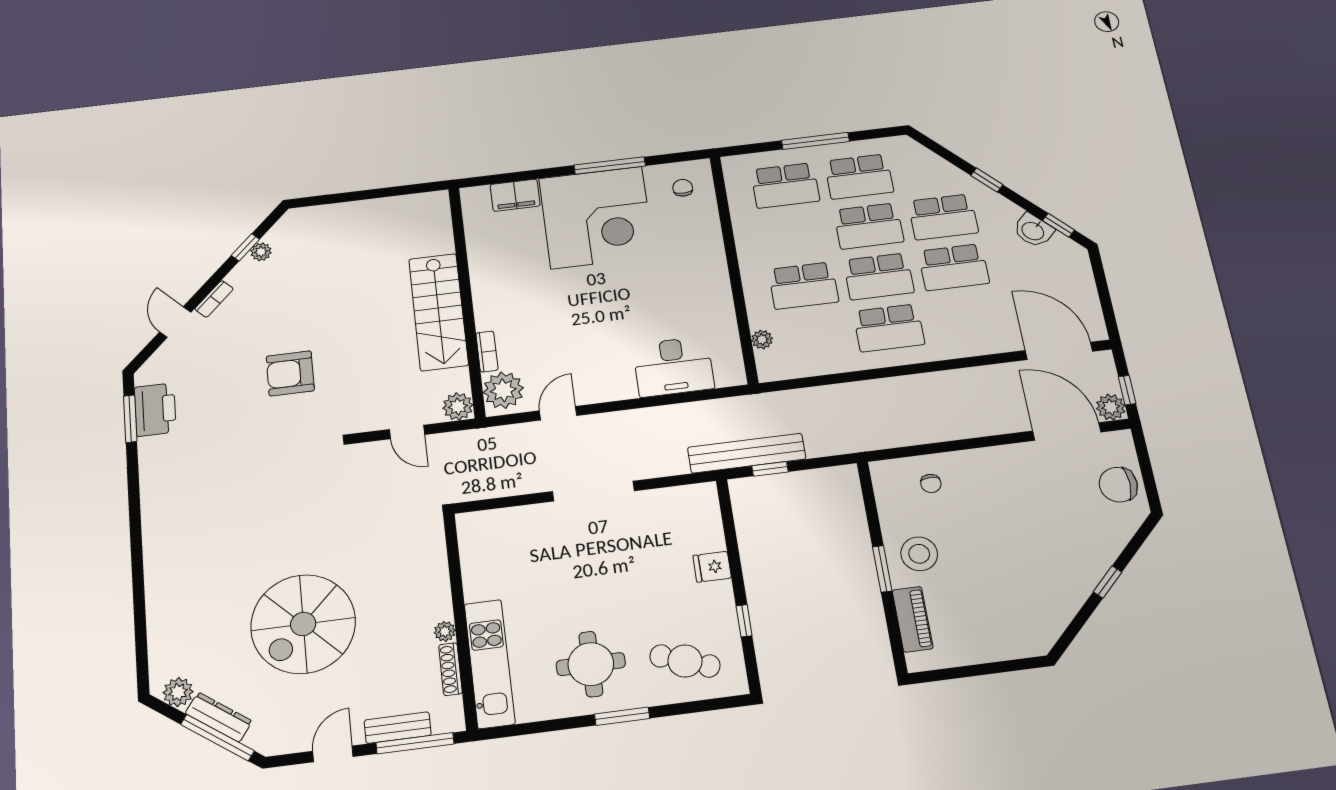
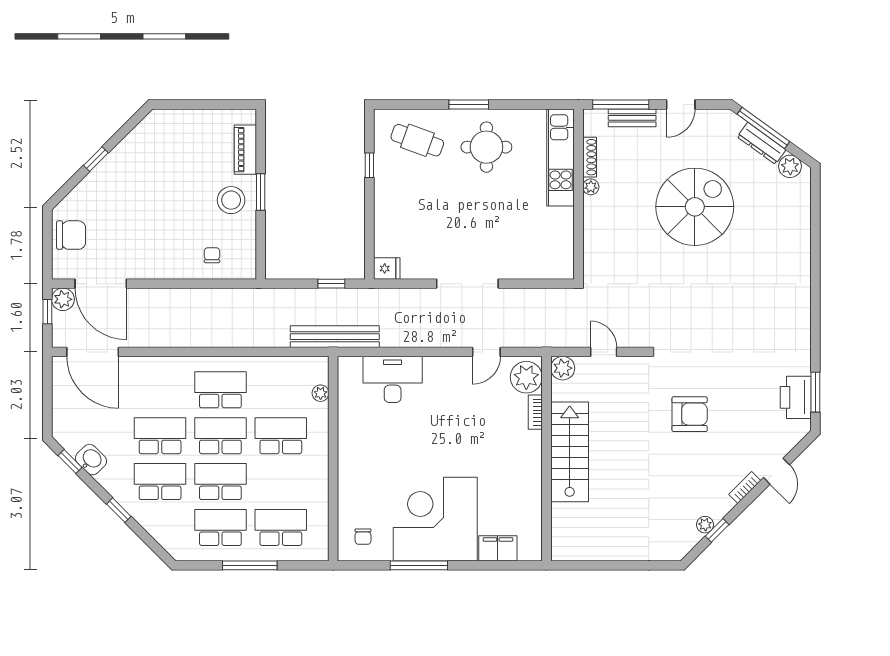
bench: (747, 453) -> (335, 337), moved
fridge: (712, 567) -> (387, 268), moved

